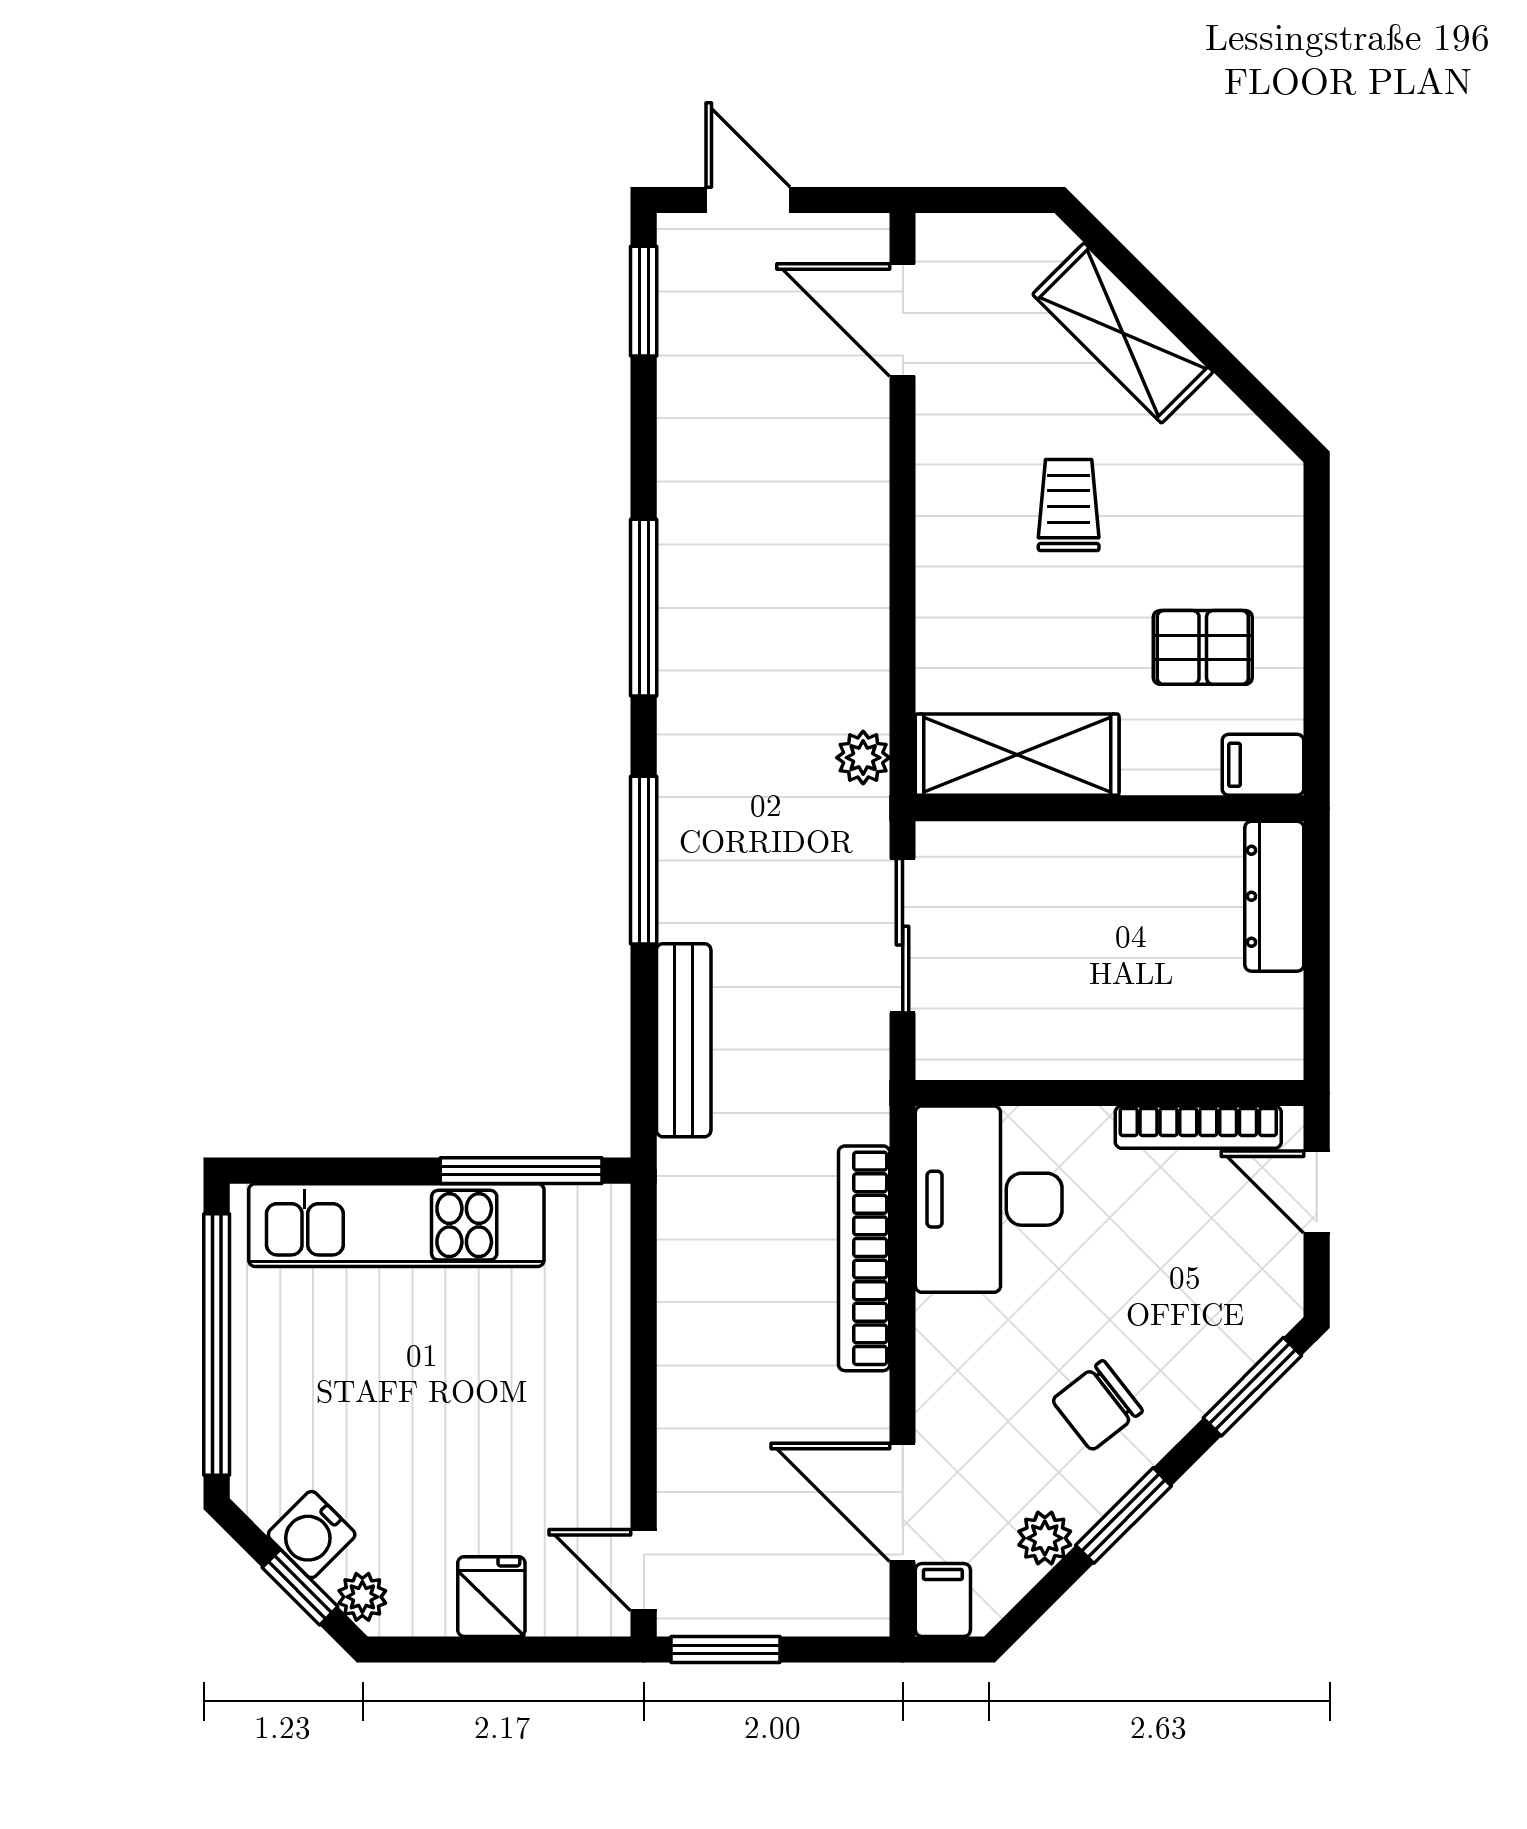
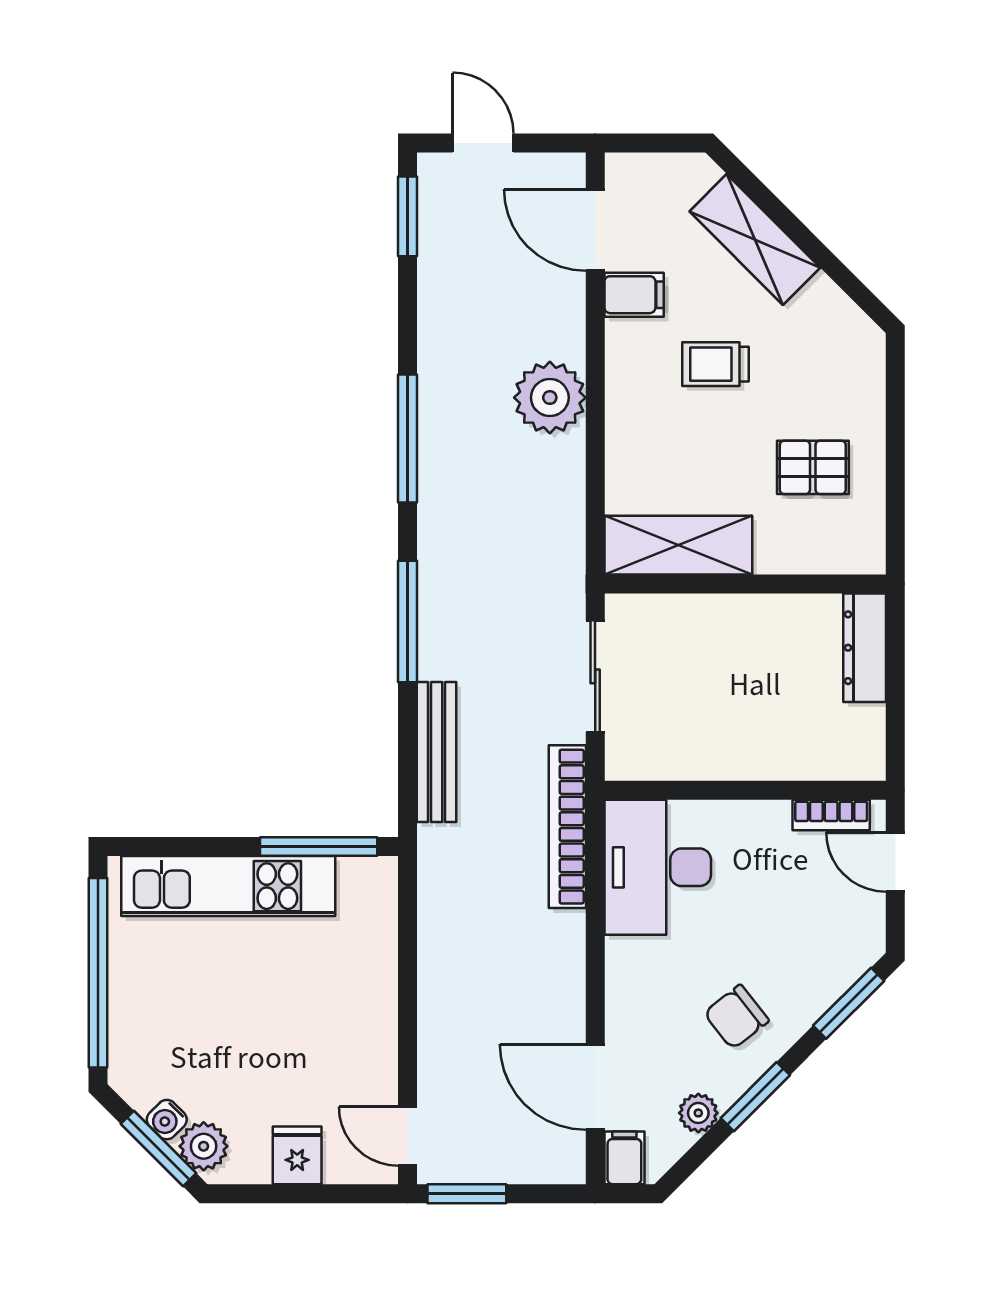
trolley: (1069, 505) -> (716, 364), turned -90
plant: (863, 758) -> (550, 398), moved, width x1.88, depth x1.88
filing cabinet: (1263, 765) -> (634, 295), moved, turned 180
bookcase: (1198, 1127) -> (831, 815), width x0.64
bookcase: (864, 1258) -> (567, 827), moved
water cooler: (312, 1535) -> (167, 1120), width x0.72, depth x0.72
window: (300, 1587) -> (158, 1149), width x1.50
plant: (362, 1597) -> (204, 1146), width x1.38, depth x1.38

